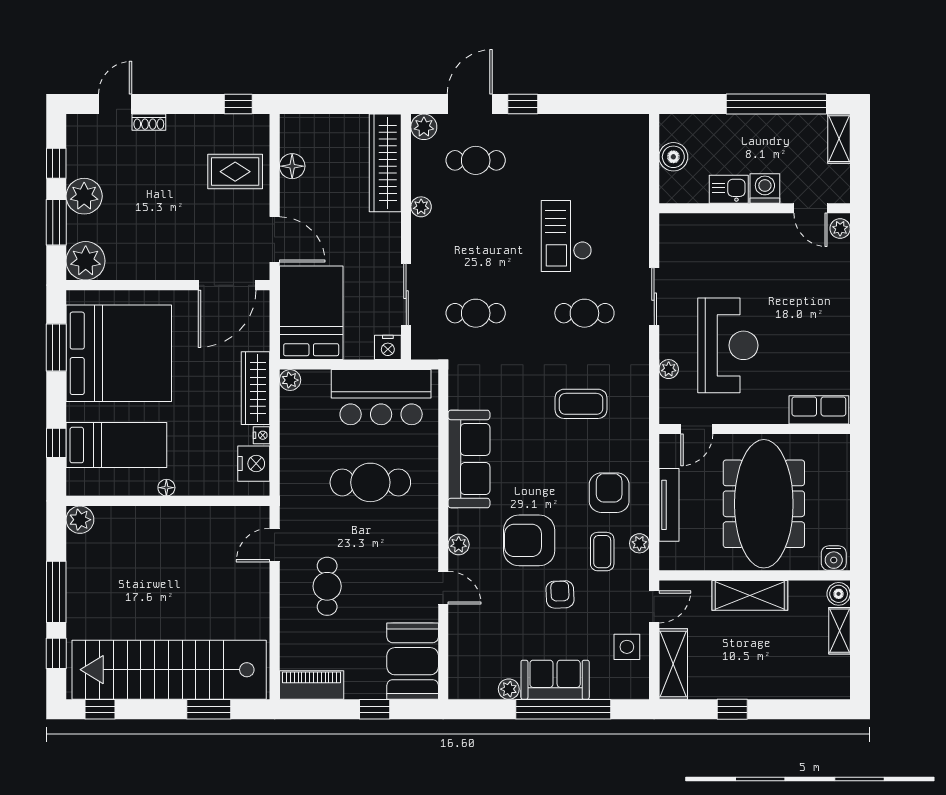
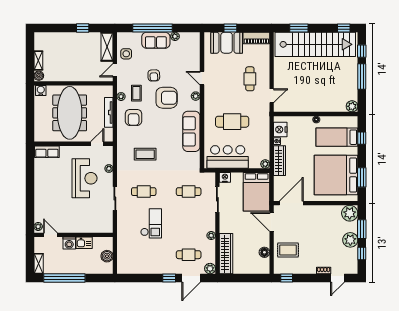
reception desk: (728, 345) -> (84, 178), turned 180
shelving: (750, 595) -> (75, 75), removed
booth: (413, 661) -> (227, 43), moved, turned 90

